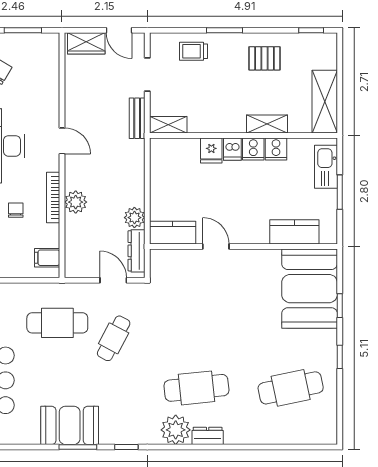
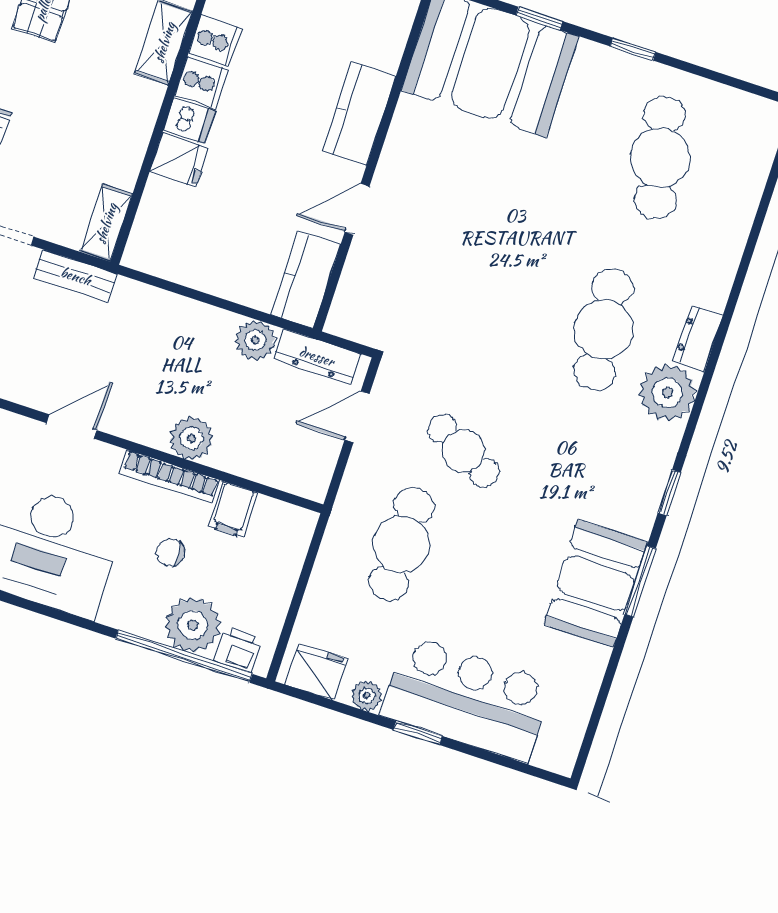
kitchen counter: (294, 232) -> (359, 114), moved
filing cabinet: (47, 258) -> (233, 510), moved

